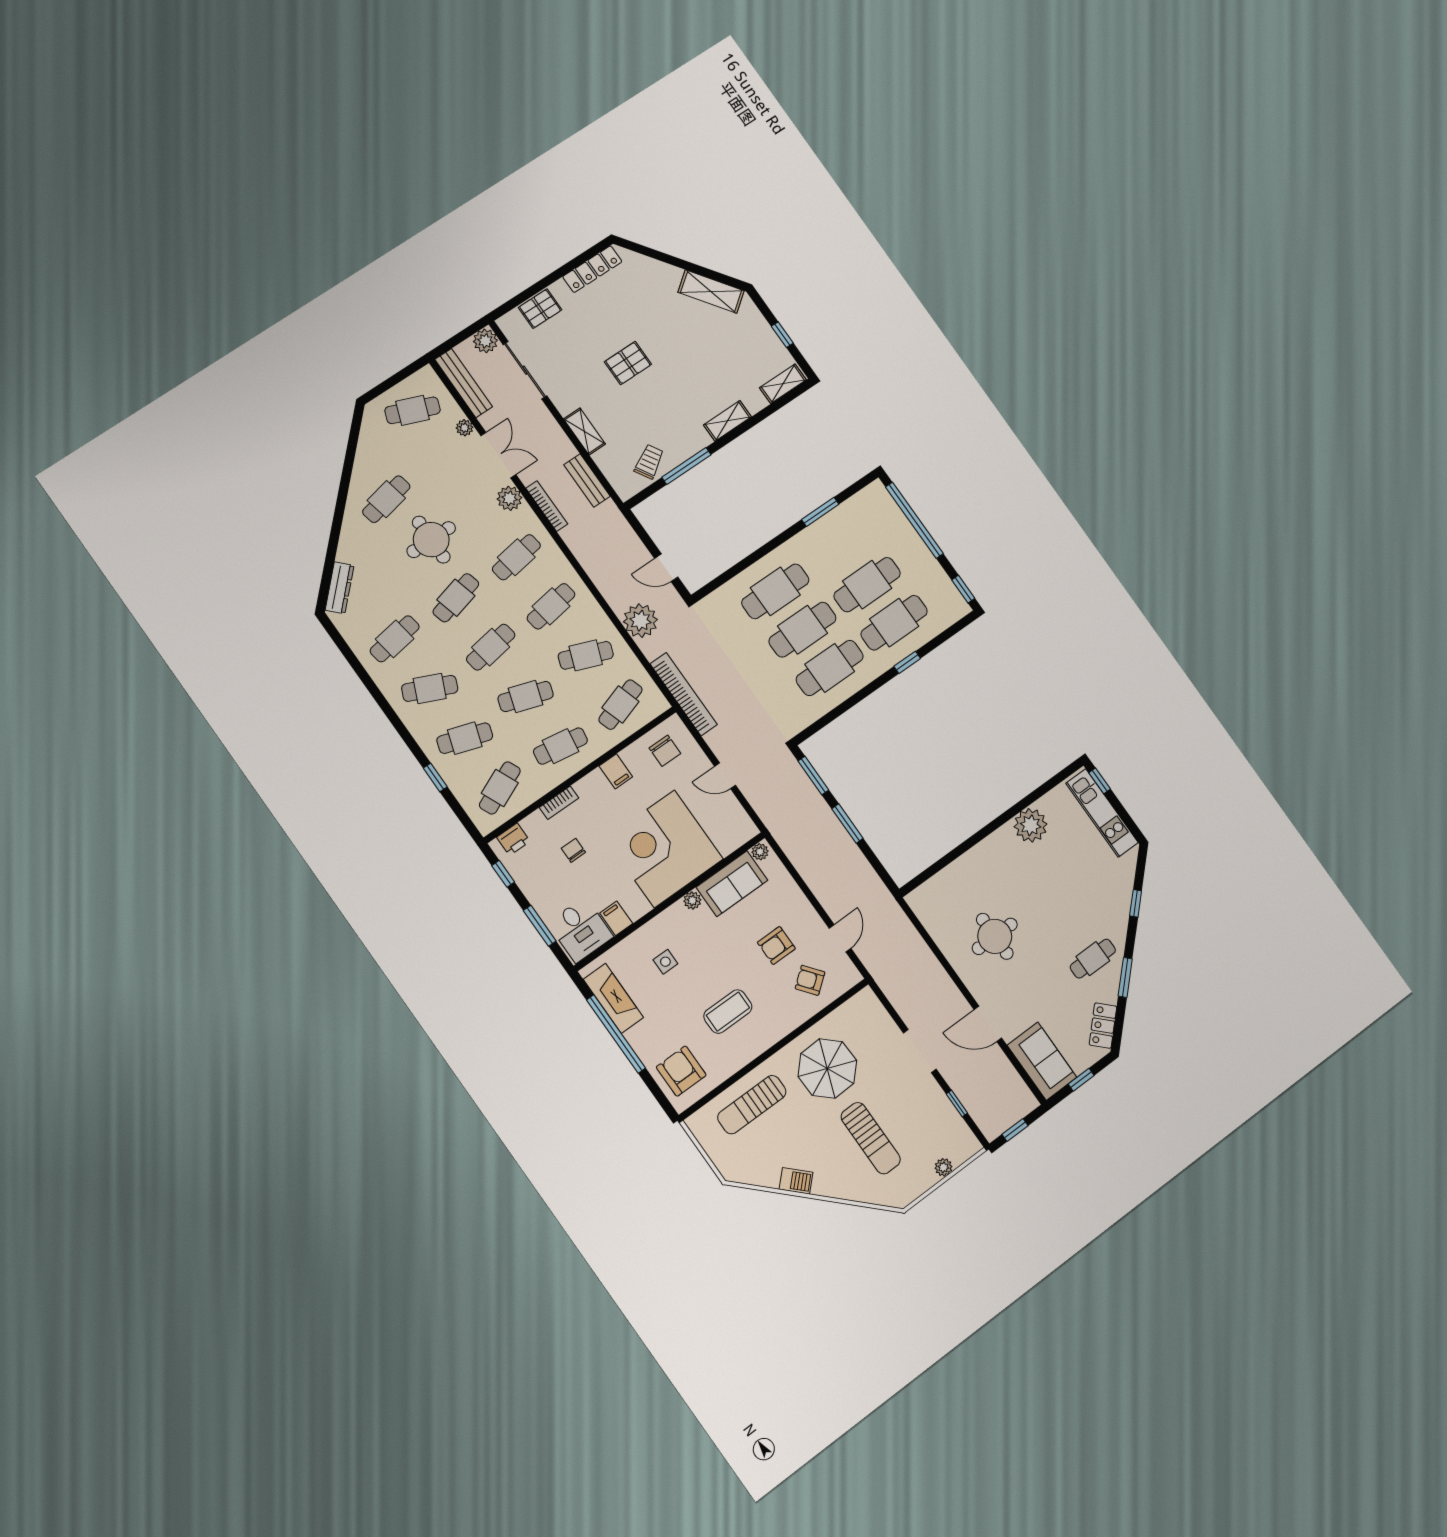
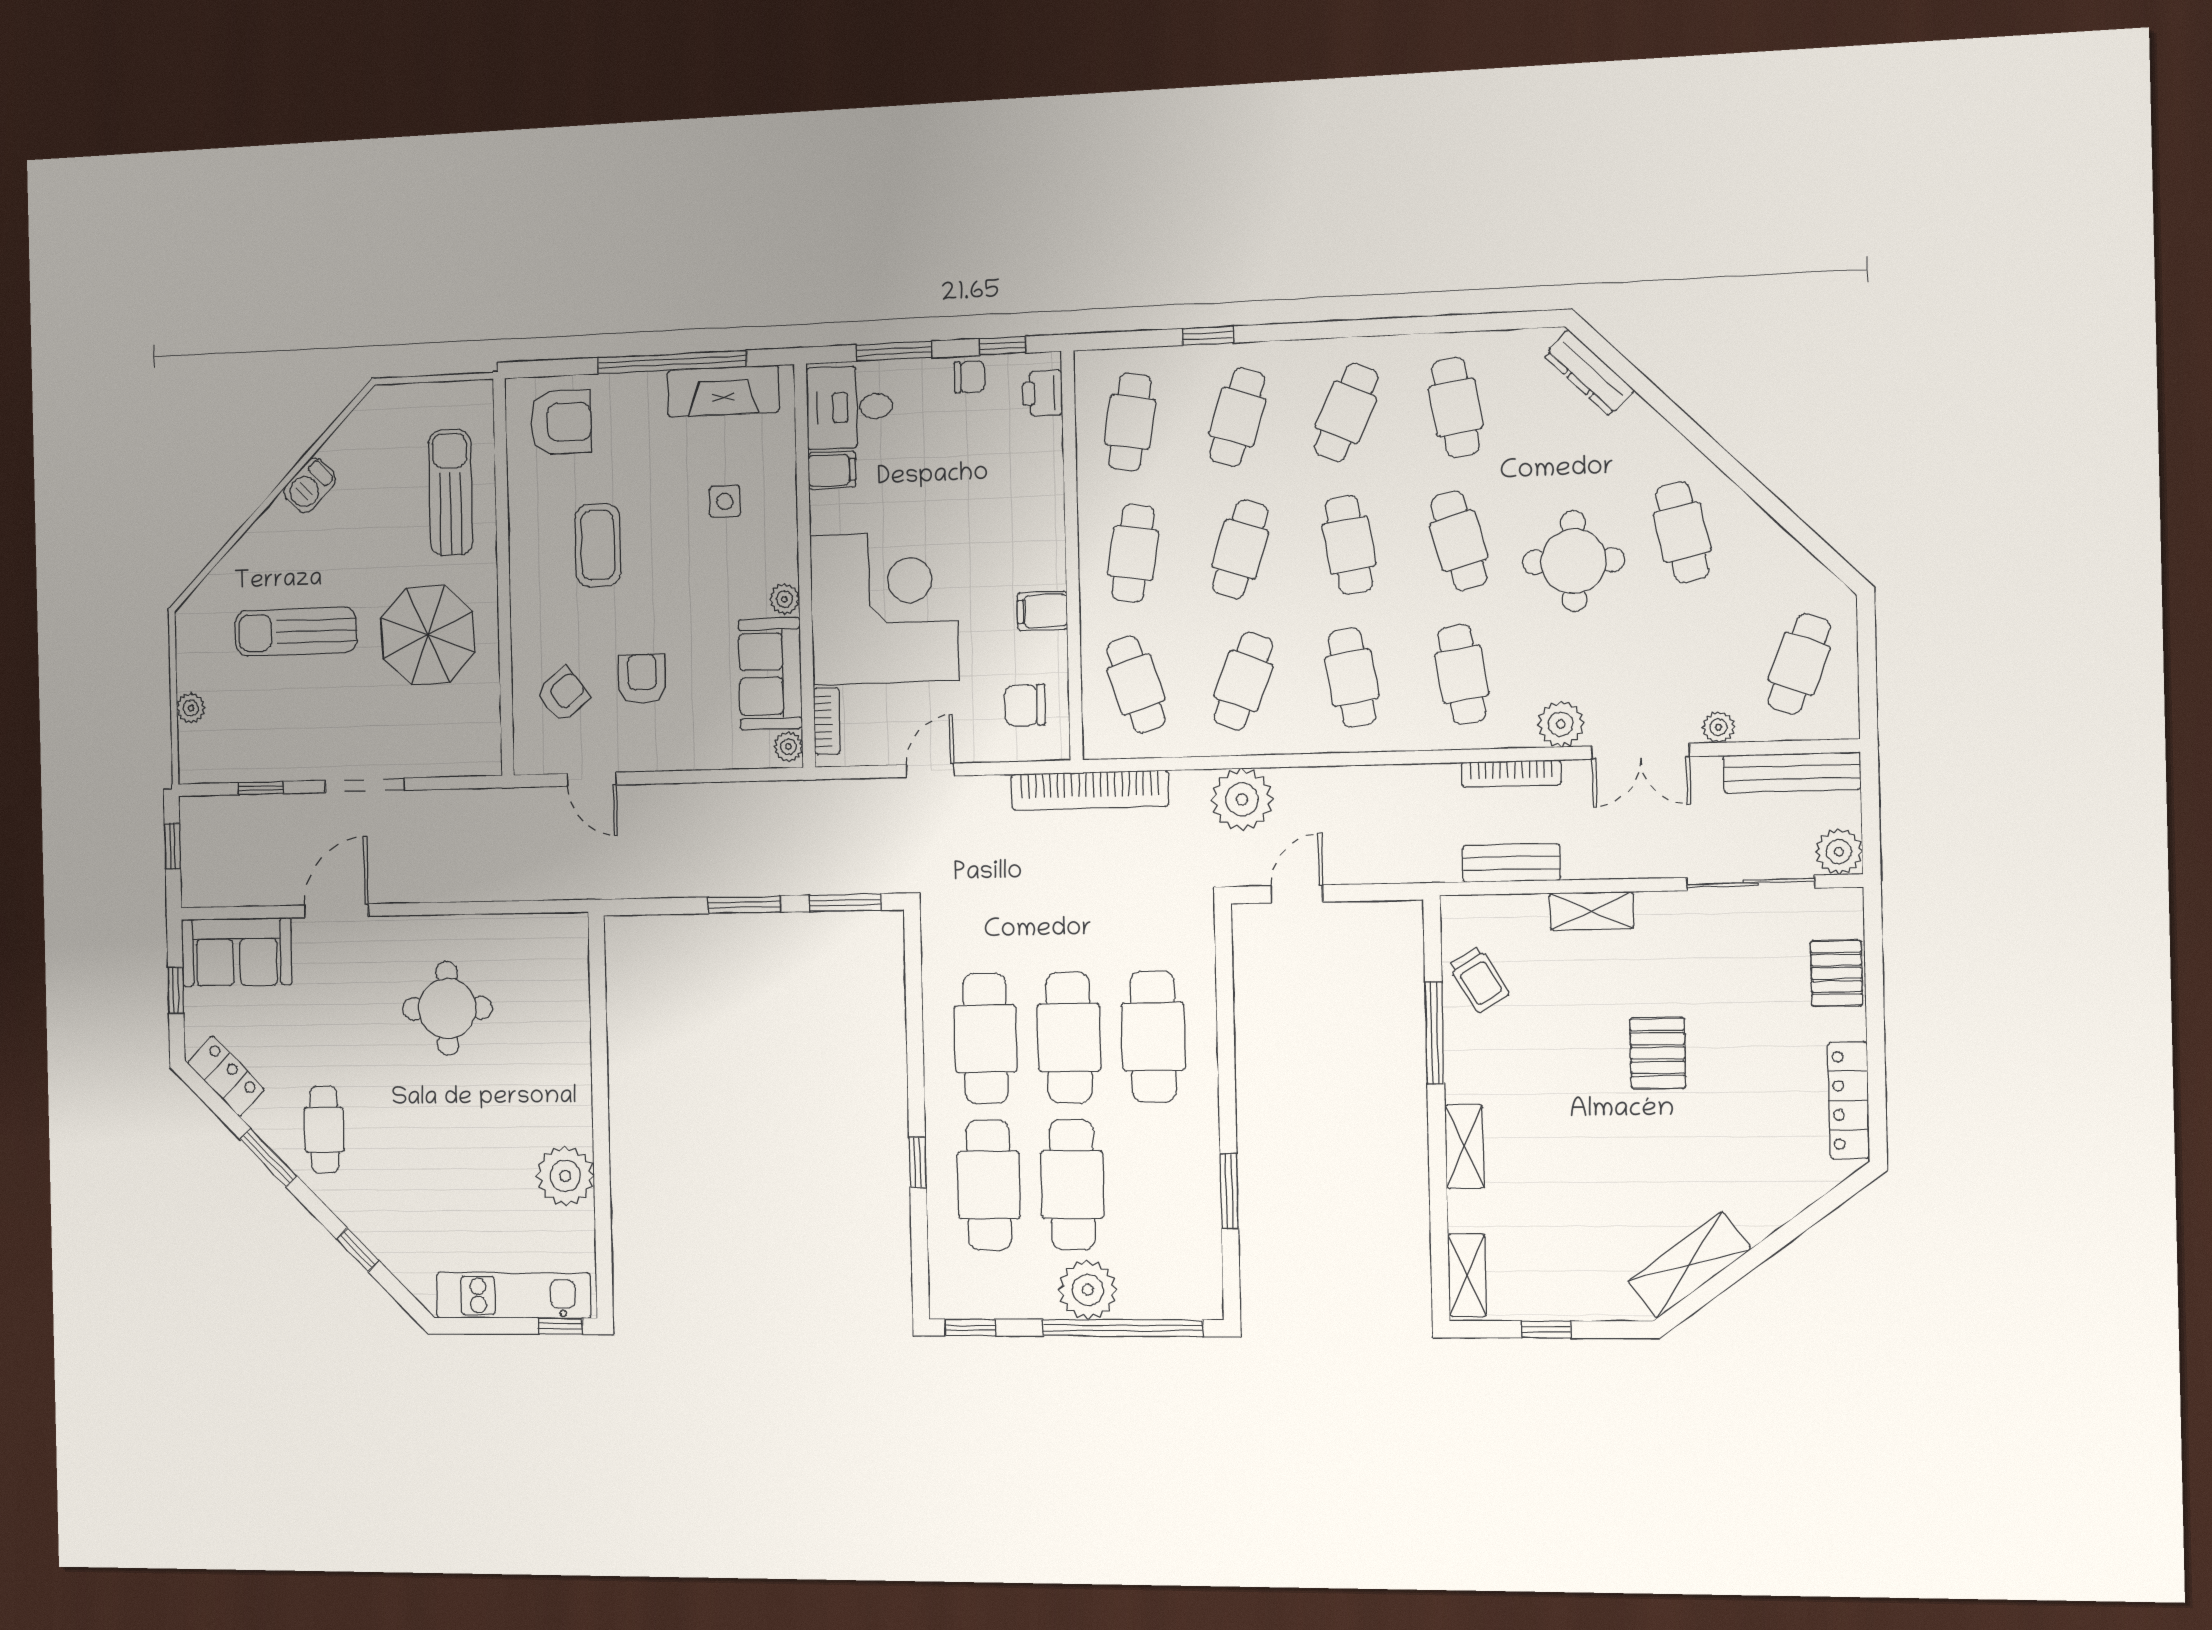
plant: (909, 547) -> (1088, 1290), added
cafe table: (500, 788) -> (1130, 422), turned 33
bookcase: (559, 803) -> (827, 721), moved, turned 180
chair: (573, 850) -> (969, 377), moved

